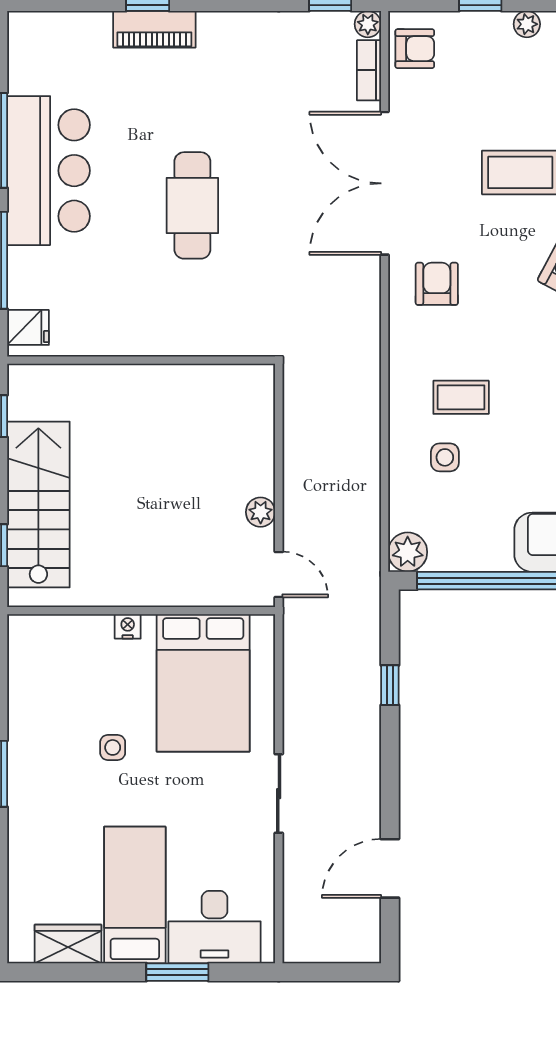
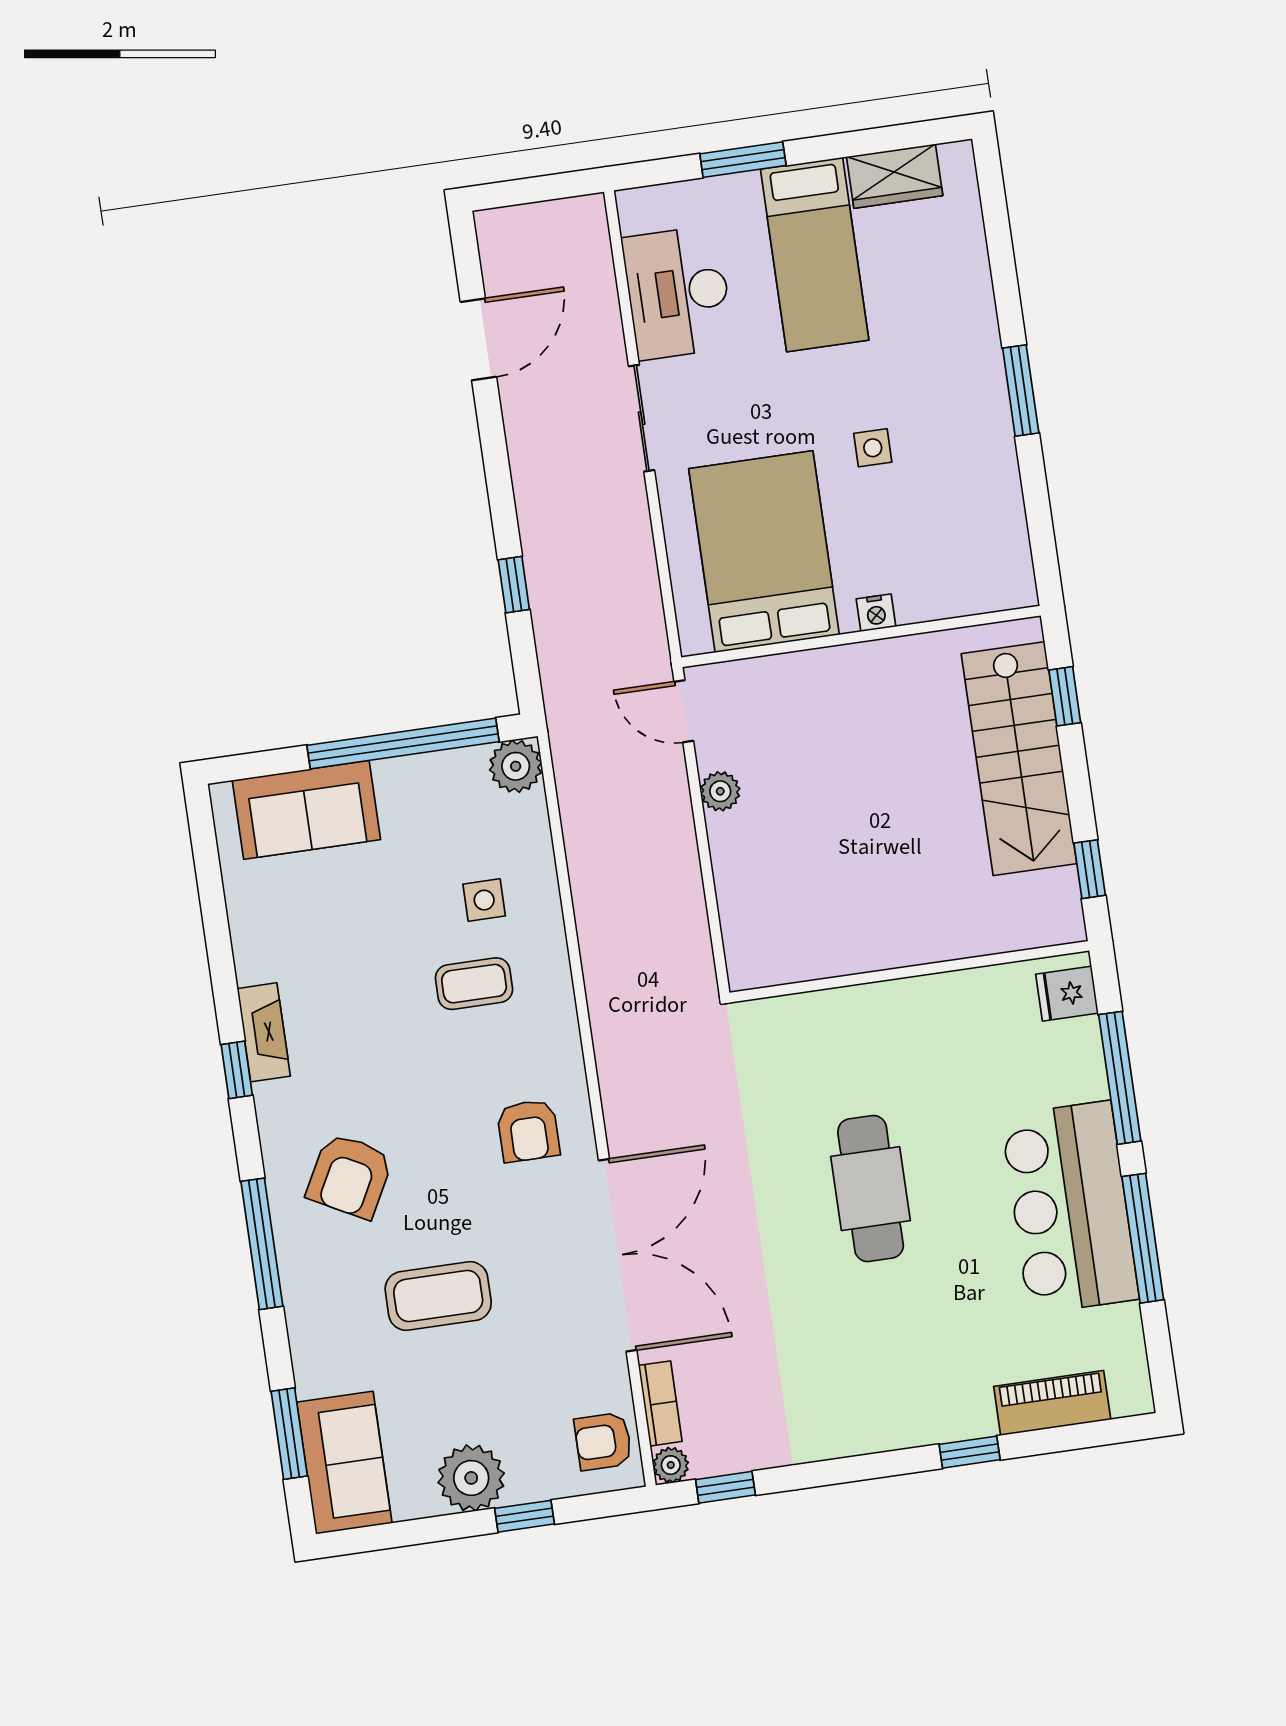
plant: (527, 24) -> (471, 1478), width x1.87, depth x1.87
piano: (154, 29) -> (1052, 1403), moved
desk: (215, 927) -> (678, 293), moved, turned -90

